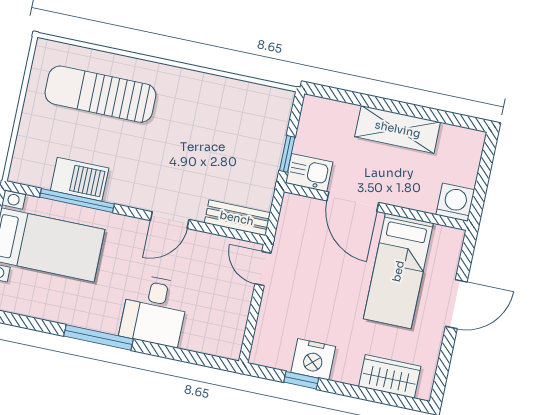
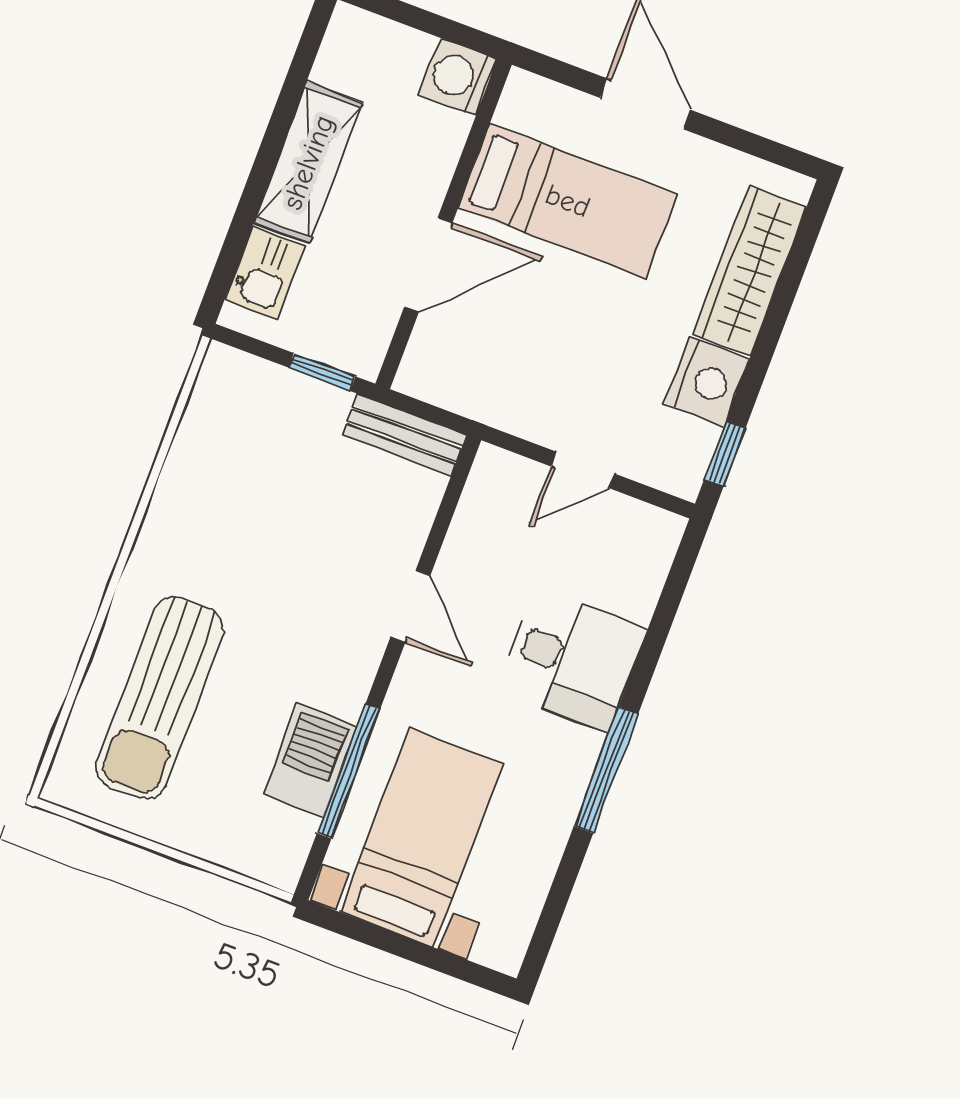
kitchen sink: (309, 173) -> (265, 273), moved, turned 180
bench: (237, 218) -> (404, 435), moved, turned 90
door: (263, 269) -> (583, 470), moved
wardrobe: (390, 376) -> (750, 271), width x1.50
window: (301, 380) -> (725, 454), moved

